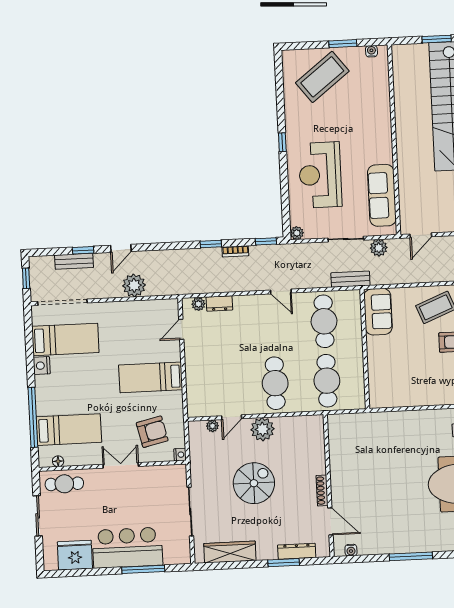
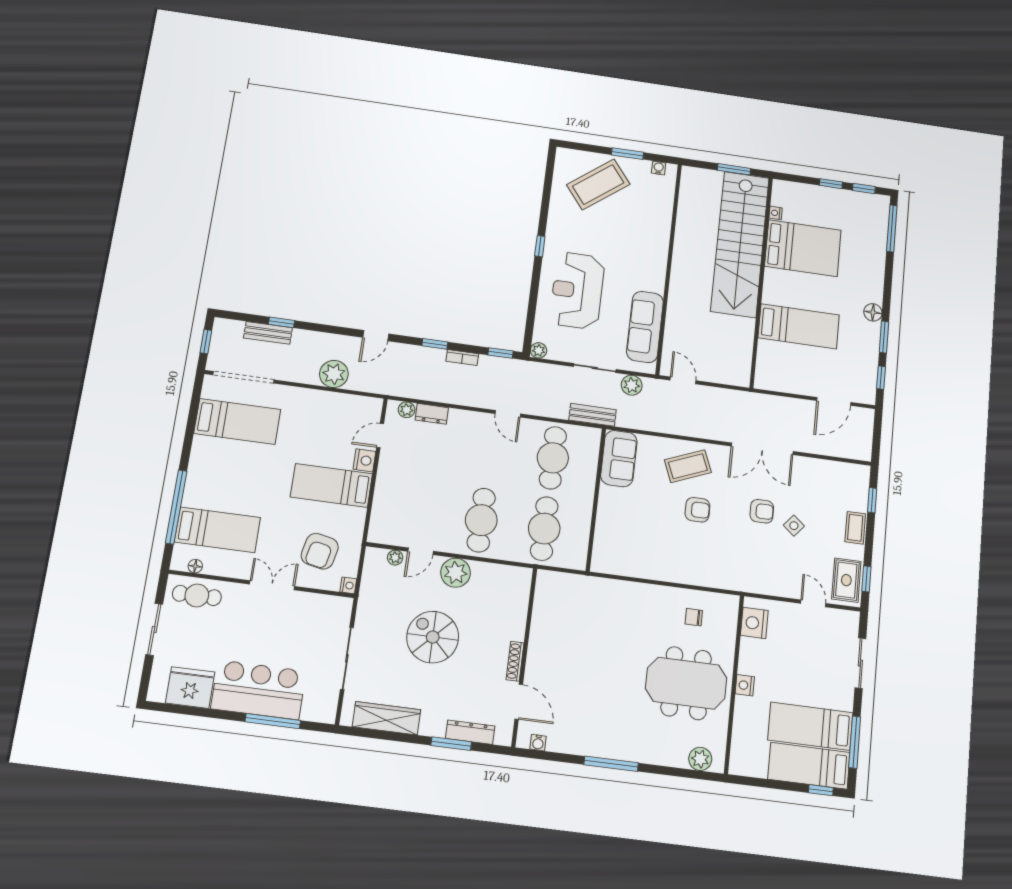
door: (421, 235) -> (683, 380), swing flipped
door: (121, 248) -> (376, 336), moved
nightstand: (42, 366) -> (364, 460), moved, turned 180
armchair: (152, 432) -> (320, 551), turned 115
spiral stairs: (254, 483) -> (433, 637), turned -90

